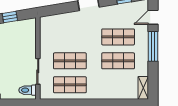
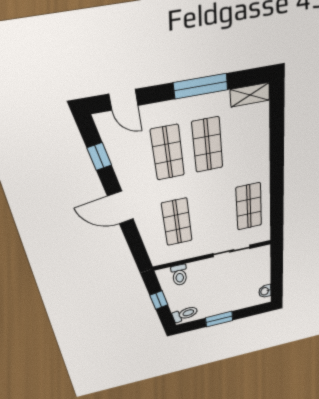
window: (153, 46) -> (201, 86), moved
shop shelf: (70, 61) -> (177, 222), moved
toilet: (27, 90) -> (179, 275), moved

